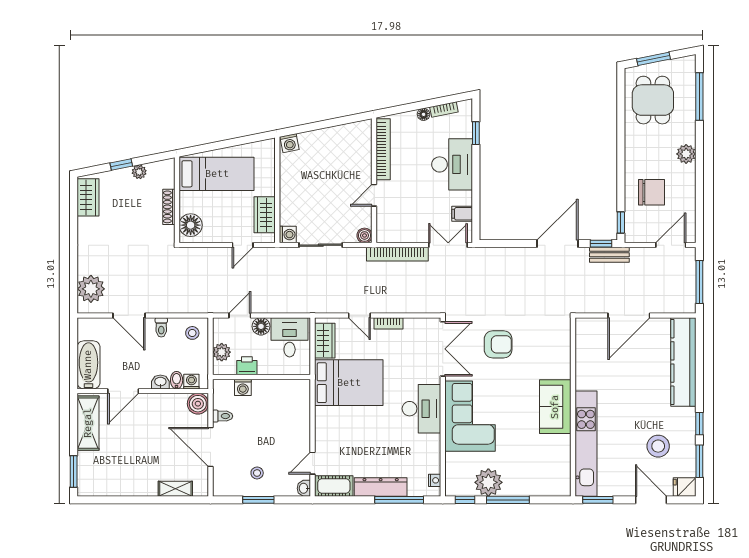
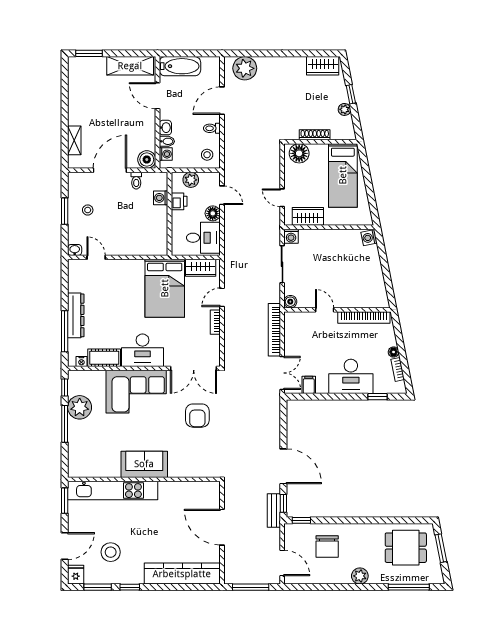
cot: (334, 486) -> (104, 358), moved, turned 90

